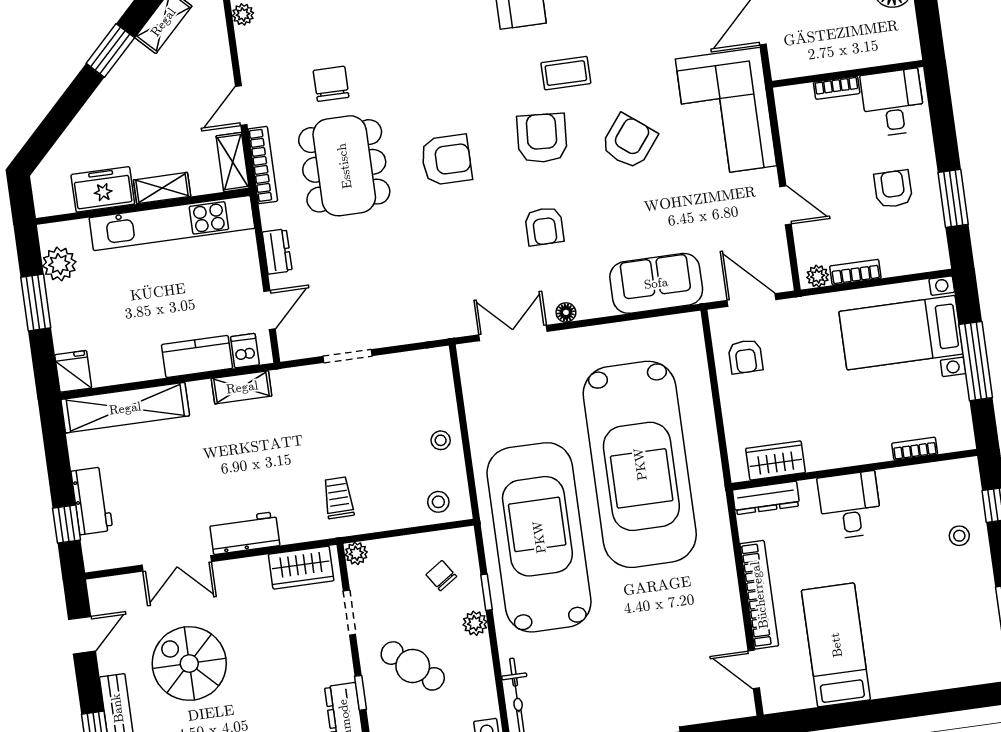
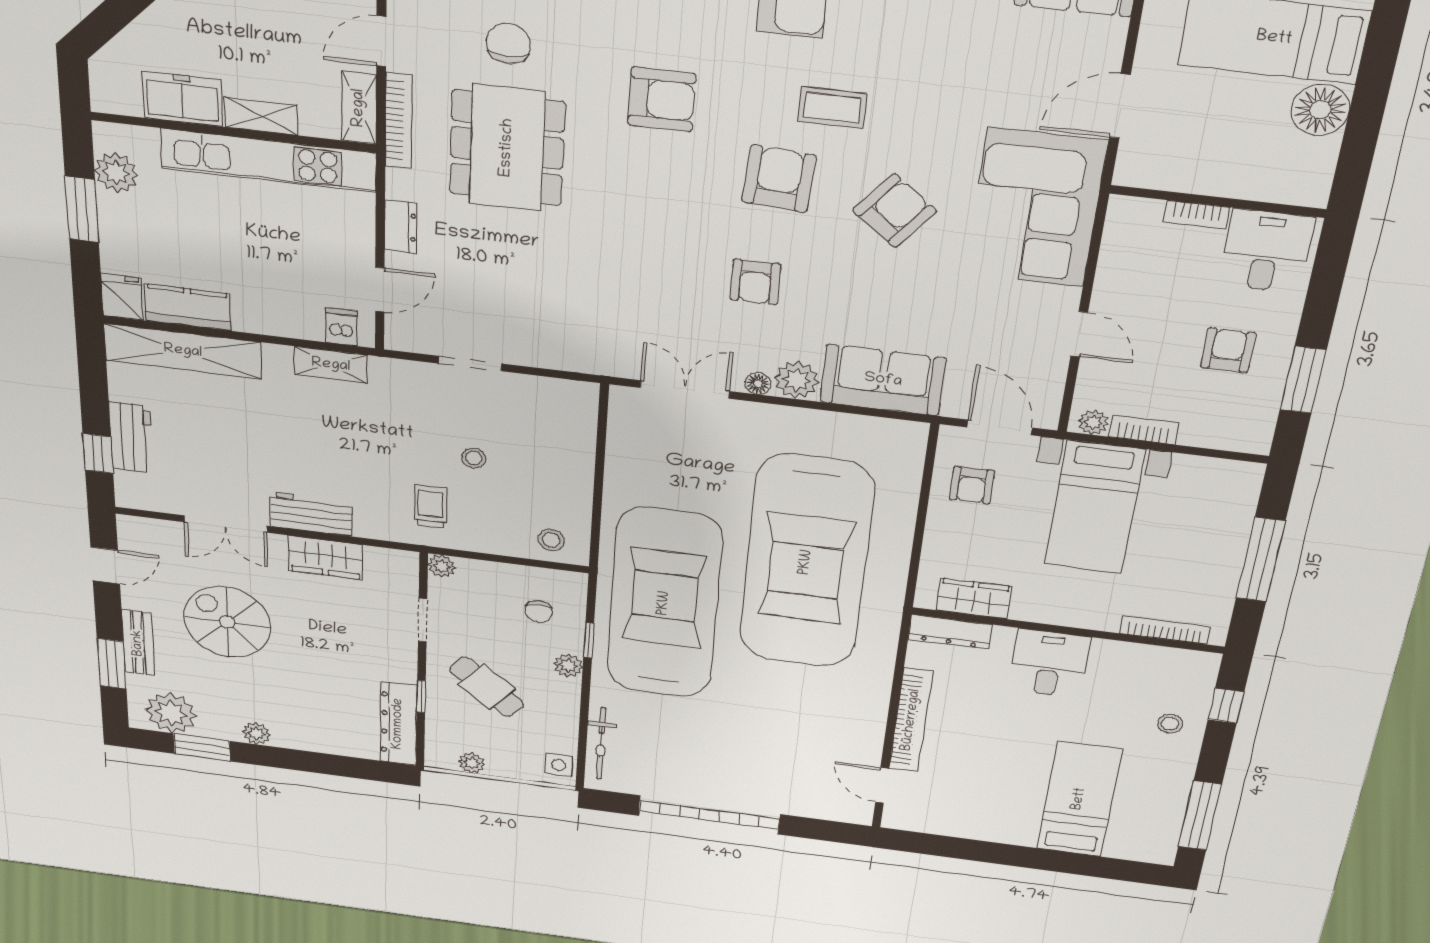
armchair: (446, 160) -> (662, 99), moved
plant: (594, 301) -> (797, 380), added
bed with nightstands: (901, 333) -> (1095, 507), moved, turned -90
kitchen counter: (197, 356) -> (188, 307), moved
stool: (441, 440) -> (474, 458), moved
bookcase: (915, 449) -> (1165, 630), width x1.56
wardrobe: (301, 568) -> (325, 558), moved
chair: (441, 576) -> (539, 612), turned -146
bed: (836, 645) -> (1079, 799), moved

